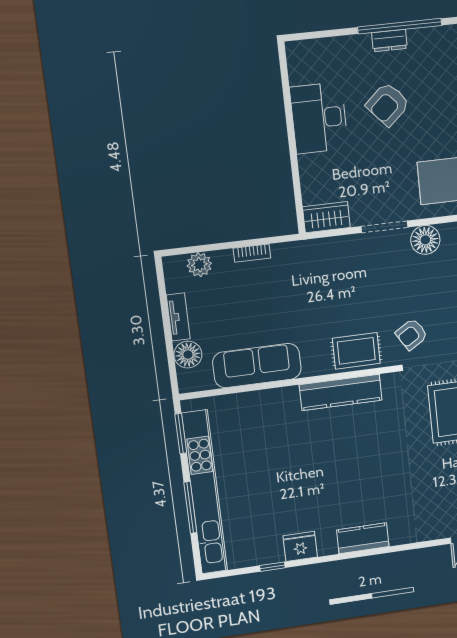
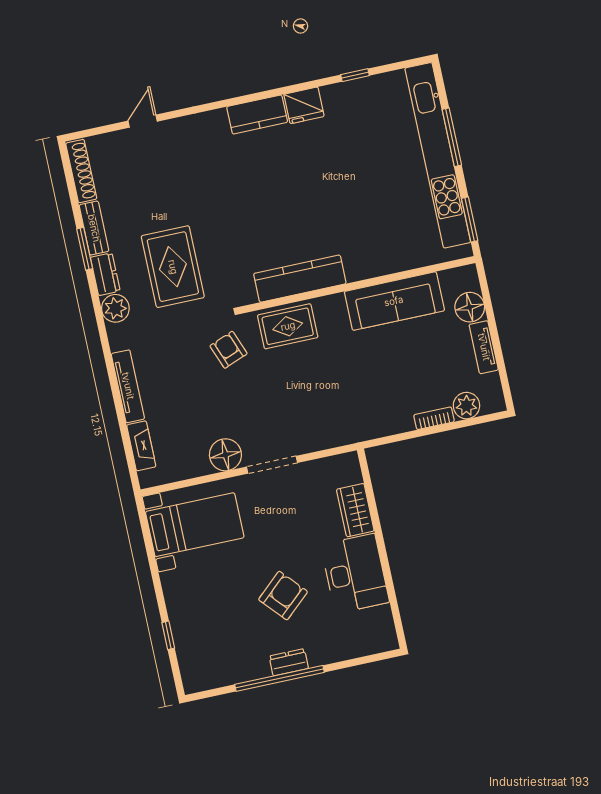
wardrobe: (326, 217) -> (355, 510), moved, turned 90
bookcase: (252, 253) -> (434, 418), moved
armchair: (412, 334) -> (229, 350), turned -79
fridge: (300, 546) -> (304, 105), moved

